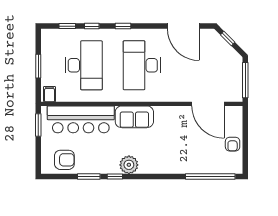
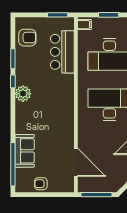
door: (208, 104) -> (76, 162), swing flipped
sofa: (134, 117) -> (25, 151), moved, turned 180
bar counter: (81, 119) -> (62, 52), width x0.73
armchair: (64, 160) -> (27, 38), turned -90

